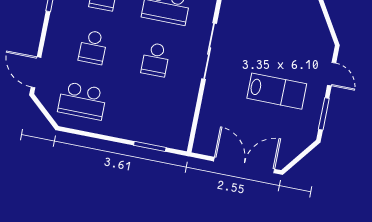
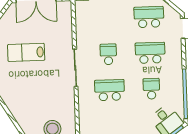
school desk: (93, 47) -> (150, 53), width x1.85

